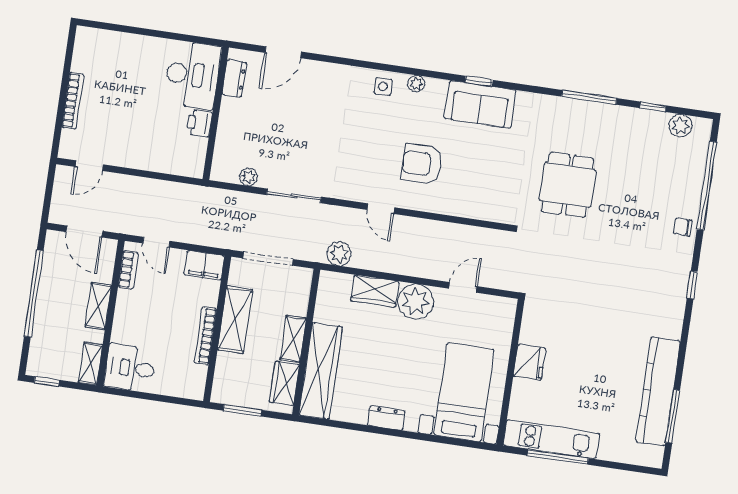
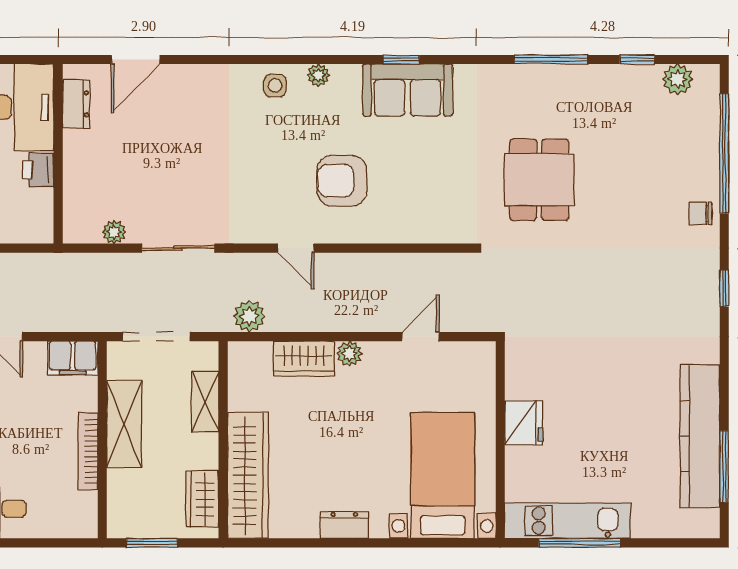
plant: (416, 302) -> (349, 354), width x0.53, depth x0.53
shelving: (293, 339) -> (205, 402), moved

